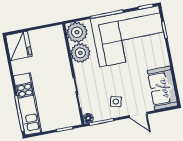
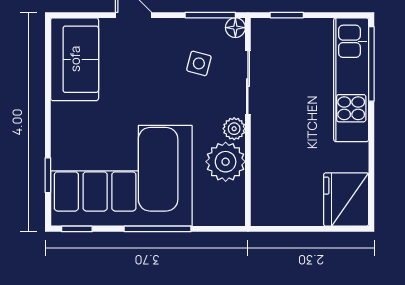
plant: (77, 32) -> (234, 129), moved, width x0.53, depth x0.53
side table: (116, 102) -> (199, 63), moved

